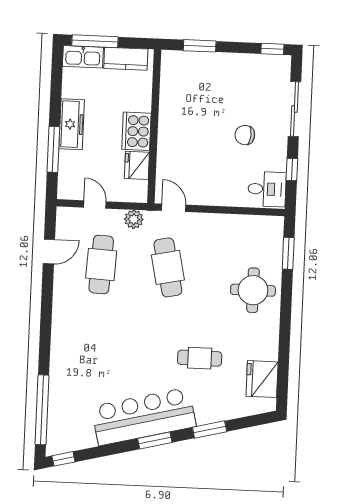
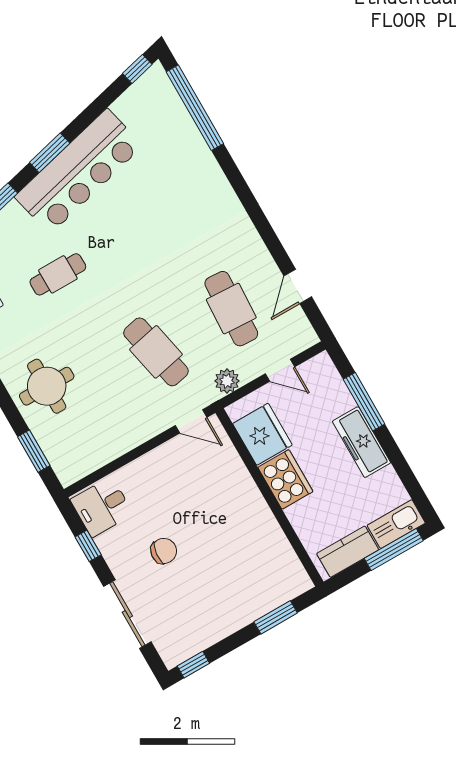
fridge: (137, 165) -> (262, 434), width x1.36, depth x1.34

